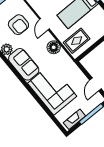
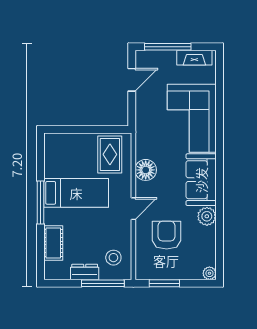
rug: (77, 41) -> (110, 154), turned 90

